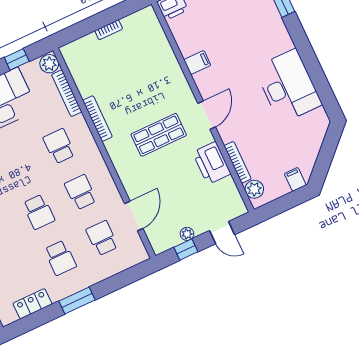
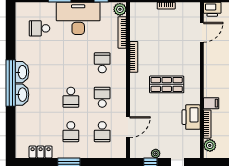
filing cabinet: (197, 62) -> (211, 103), moved
door: (207, 115) -> (202, 32), moved
school desk: (102, 238) -> (102, 132), turned 180

